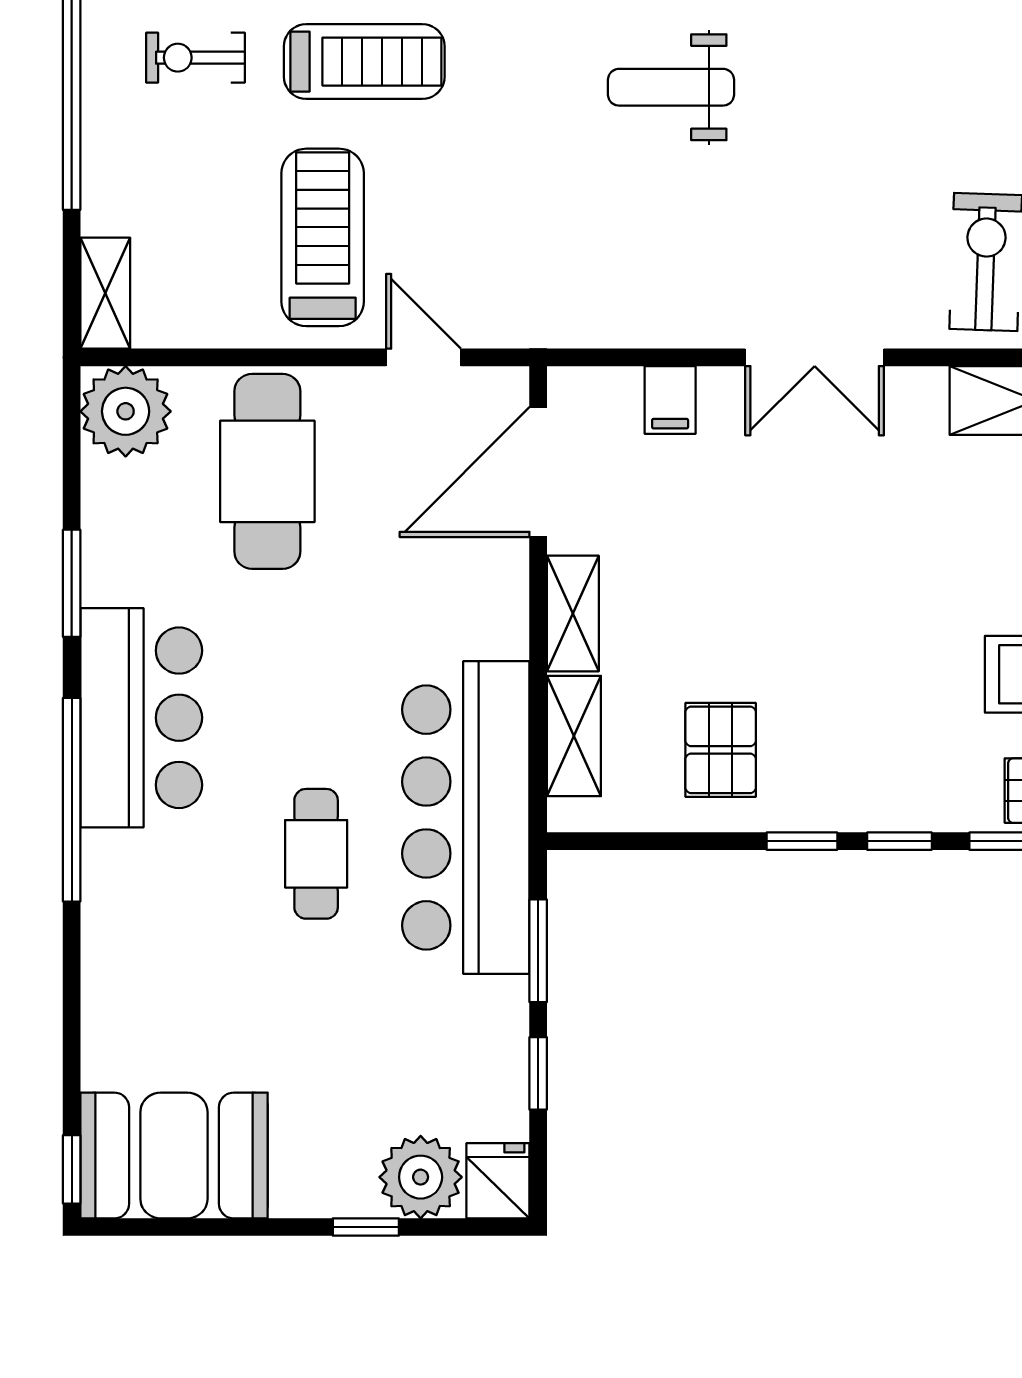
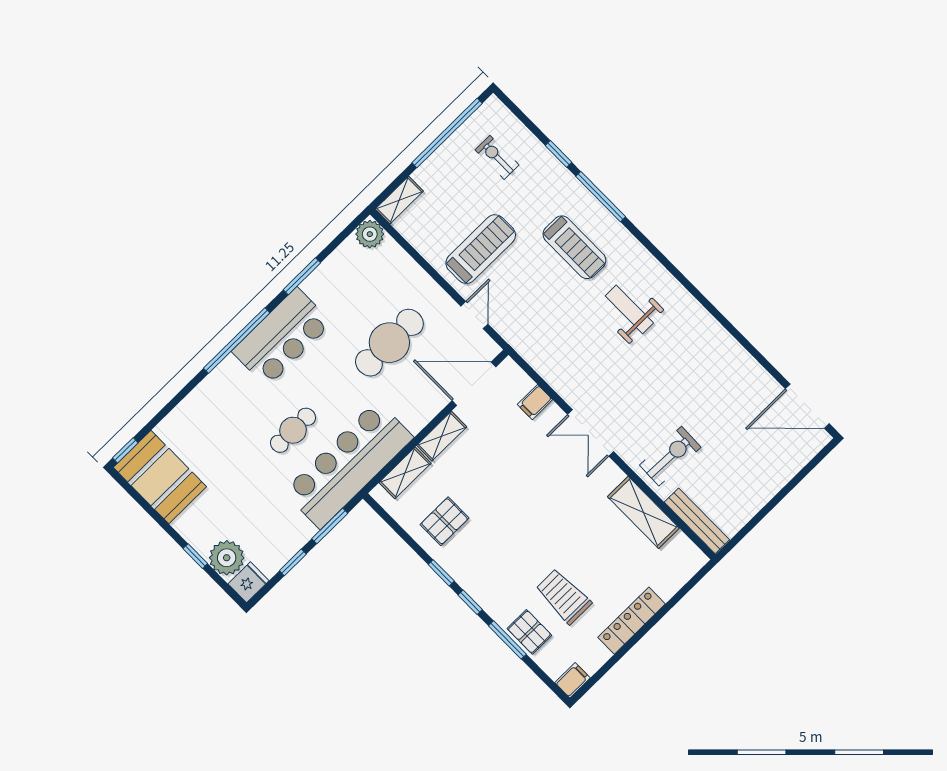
treadmill: (364, 62) -> (574, 247), moved
plant: (126, 411) -> (370, 234), width x0.73, depth x0.73
cafe table: (267, 471) -> (389, 343), moved

